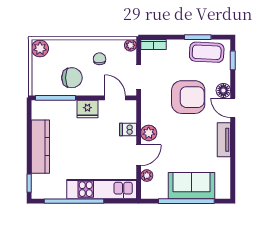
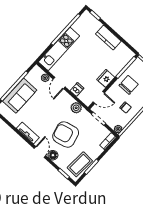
chair: (72, 78) -> (129, 85), turned 180
armchair: (188, 97) -> (66, 135), turned 76
door: (233, 108) -> (40, 152), hinge flipped
plant: (149, 133) -> (76, 108), moved
kitchen counter: (40, 147) -> (108, 38), width x0.67

